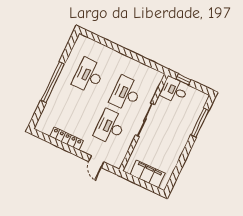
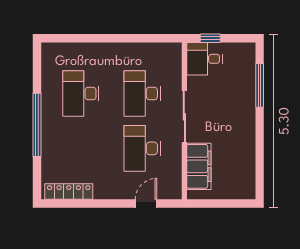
locker: (66, 139) -> (69, 192), moved
door: (96, 162) -> (146, 204), swing flipped
filing cabinet: (147, 174) -> (199, 166), moved, turned 90

